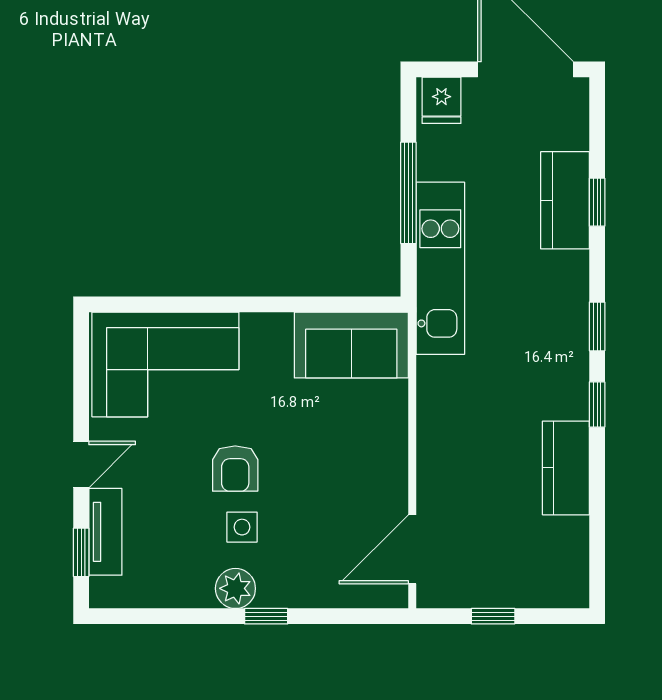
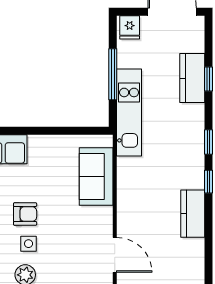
sofa: (351, 345) -> (96, 176), moved, turned 90
armchair: (235, 469) -> (25, 214), turned -90
door: (412, 549) -> (115, 255), swing flipped

